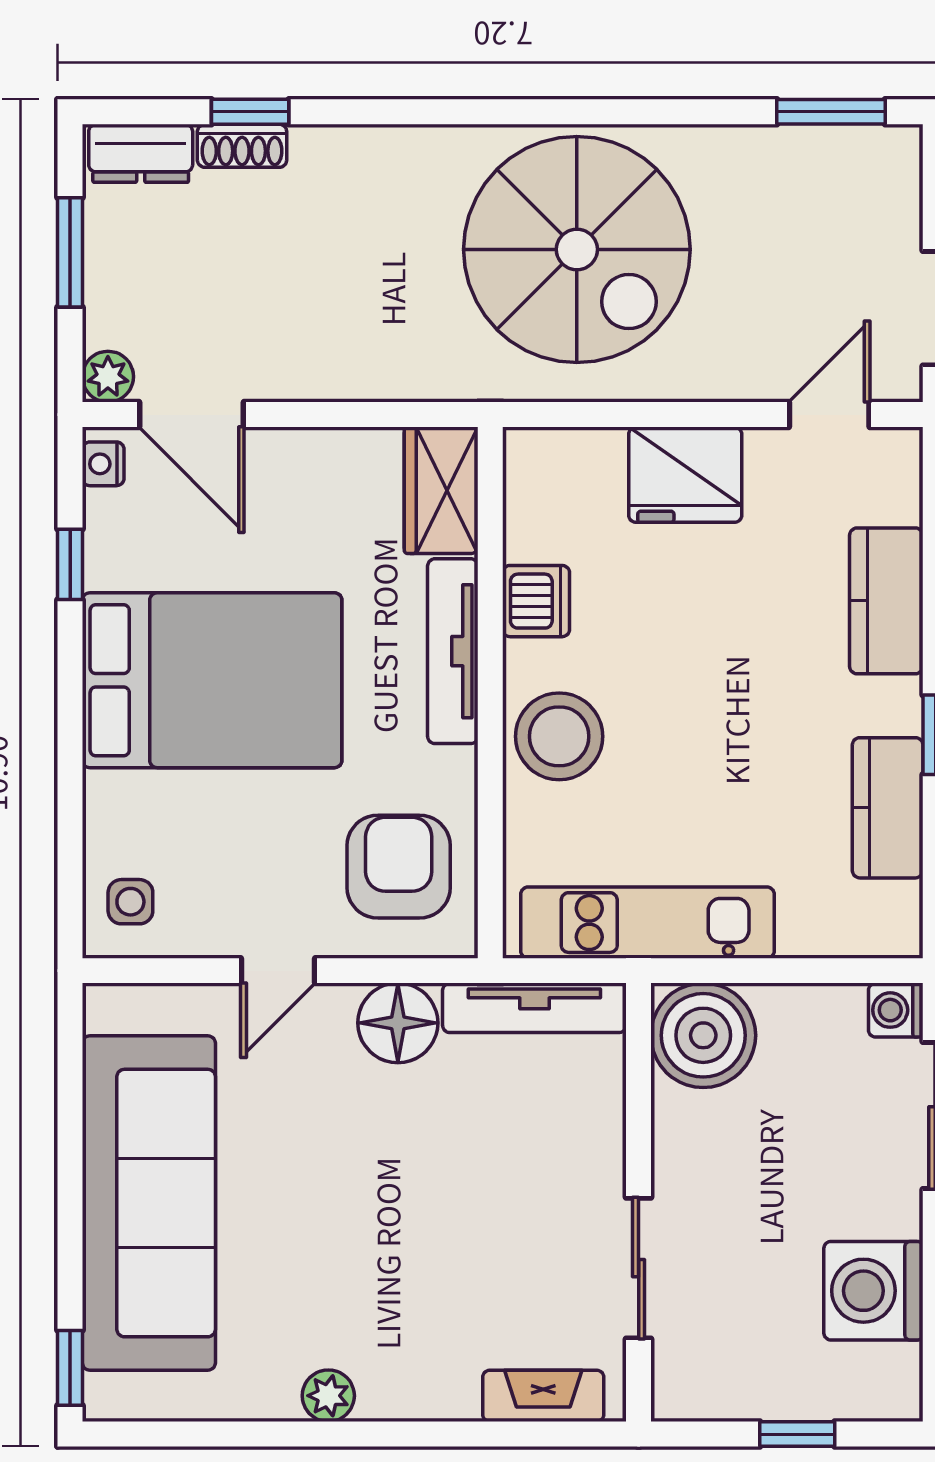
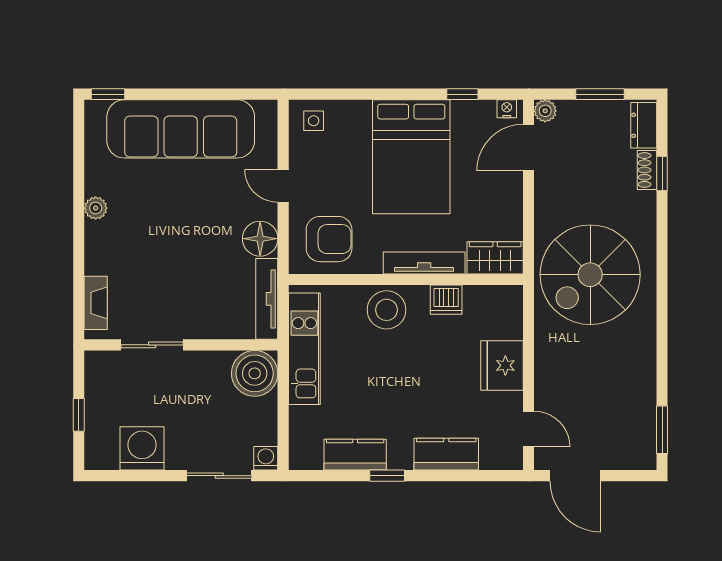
spiral stairs: (577, 249) -> (590, 275), moved

